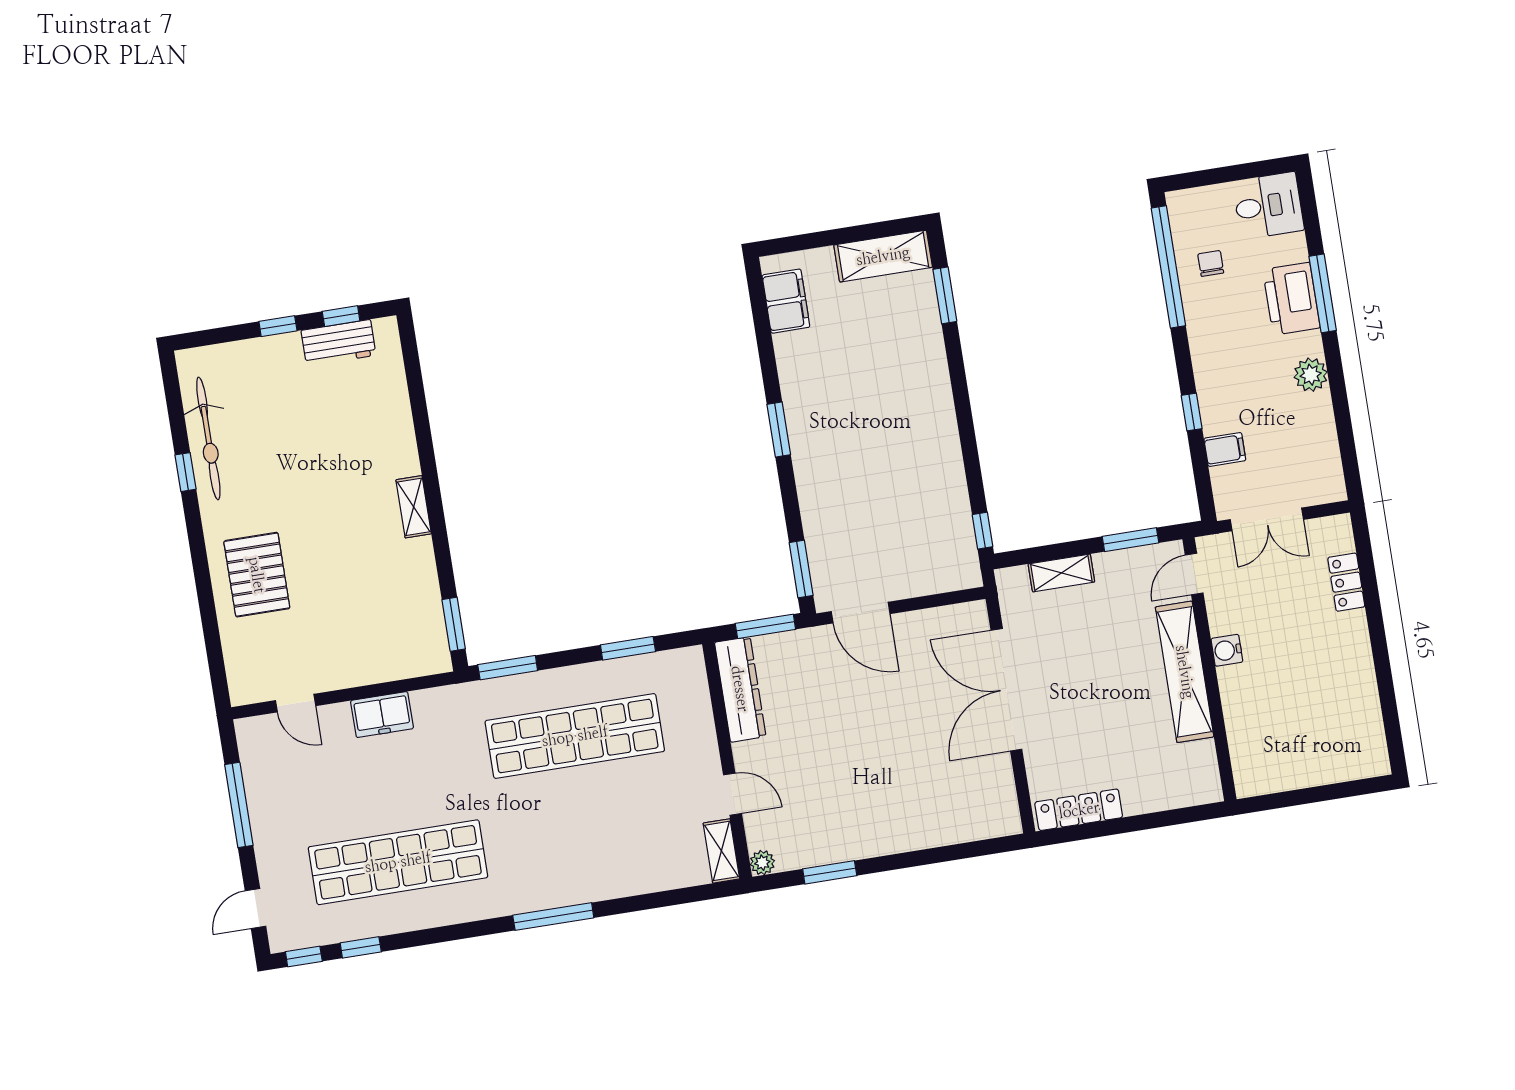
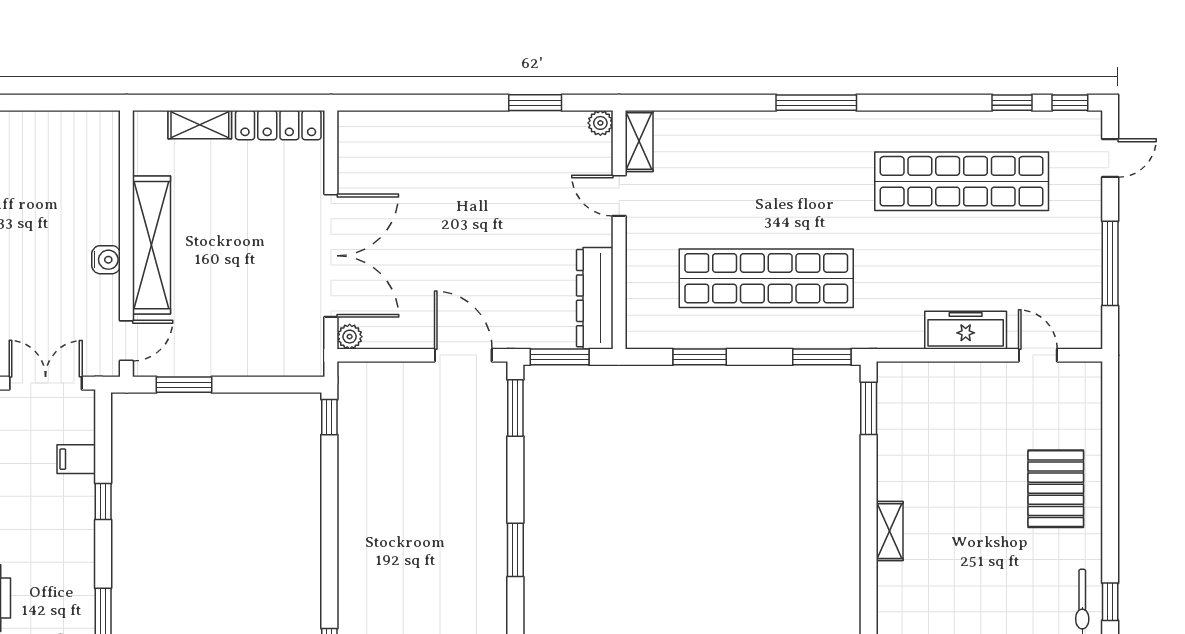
shelving: (1061, 573) -> (200, 125), moved
plant: (975, 613) -> (350, 337), added
freezer: (382, 715) -> (966, 330), width x1.40

